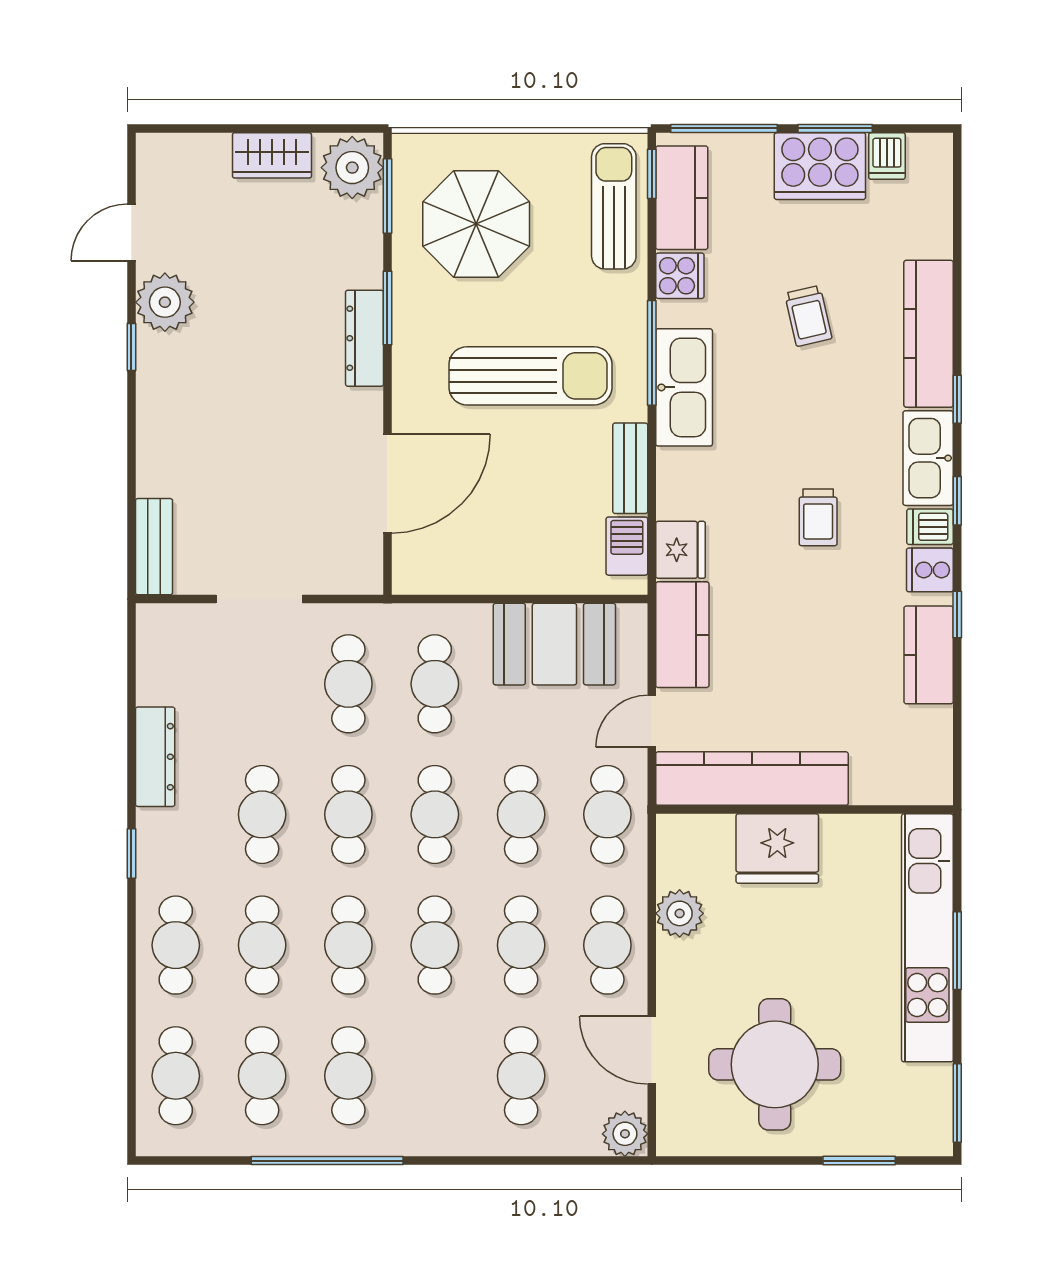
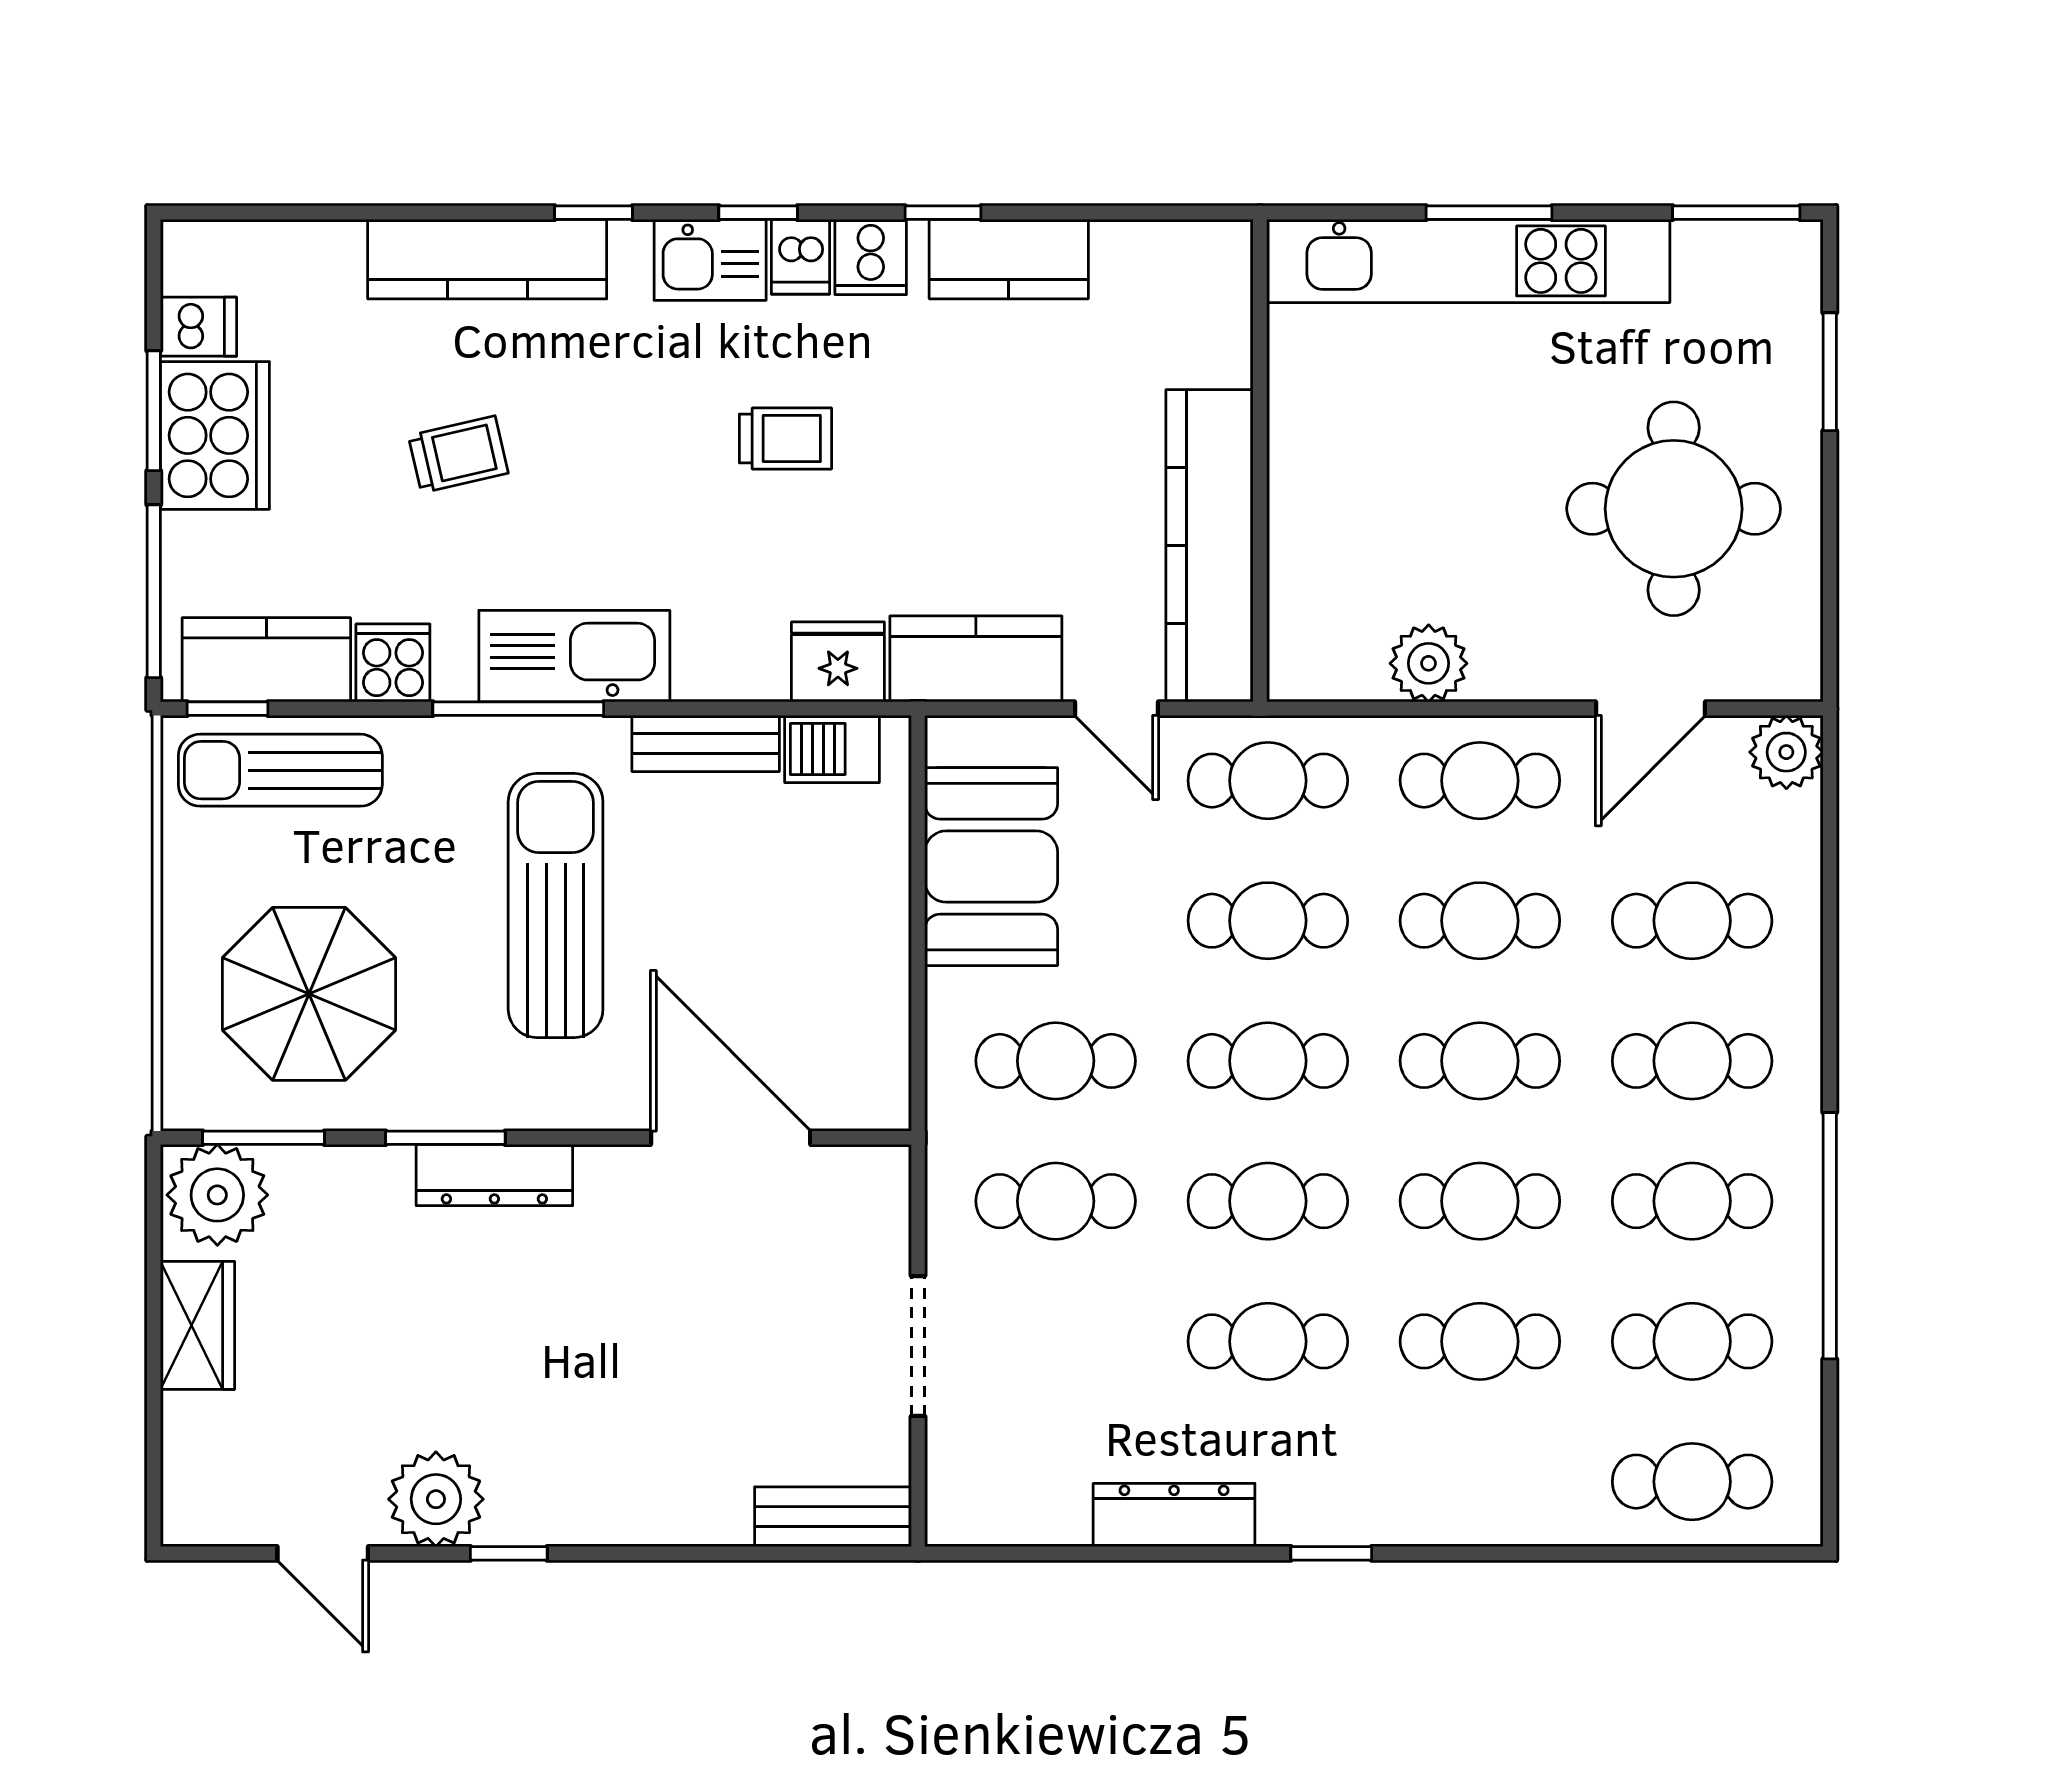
kitchen sink: (928, 458) -> (710, 260), width x0.73
fridge: (777, 849) -> (1323, 505), removed
cafe table: (176, 945) -> (1692, 1061), moved

